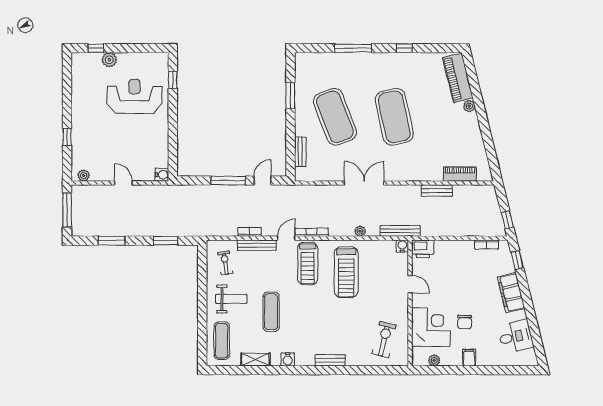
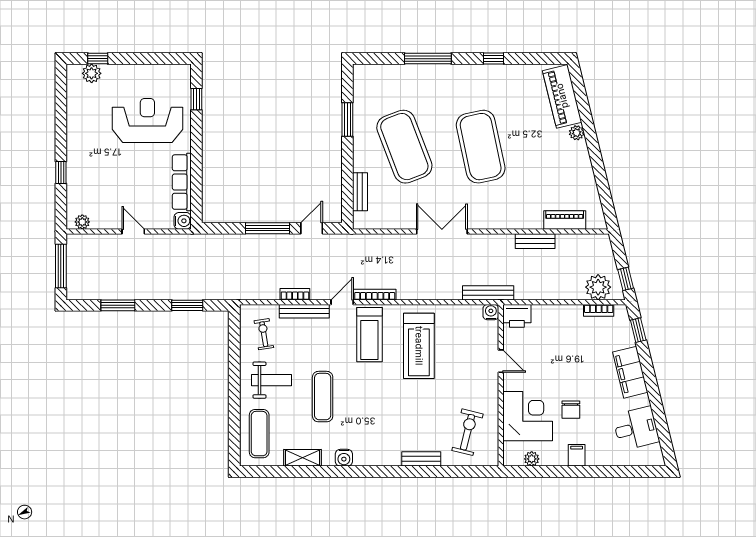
plant: (109, 60) -> (92, 73), moved
row of seats: (161, 144) -> (182, 182), added
plant: (360, 231) -> (598, 287), moved, width x1.88, depth x1.88
bench: (330, 360) -> (421, 459), moved

